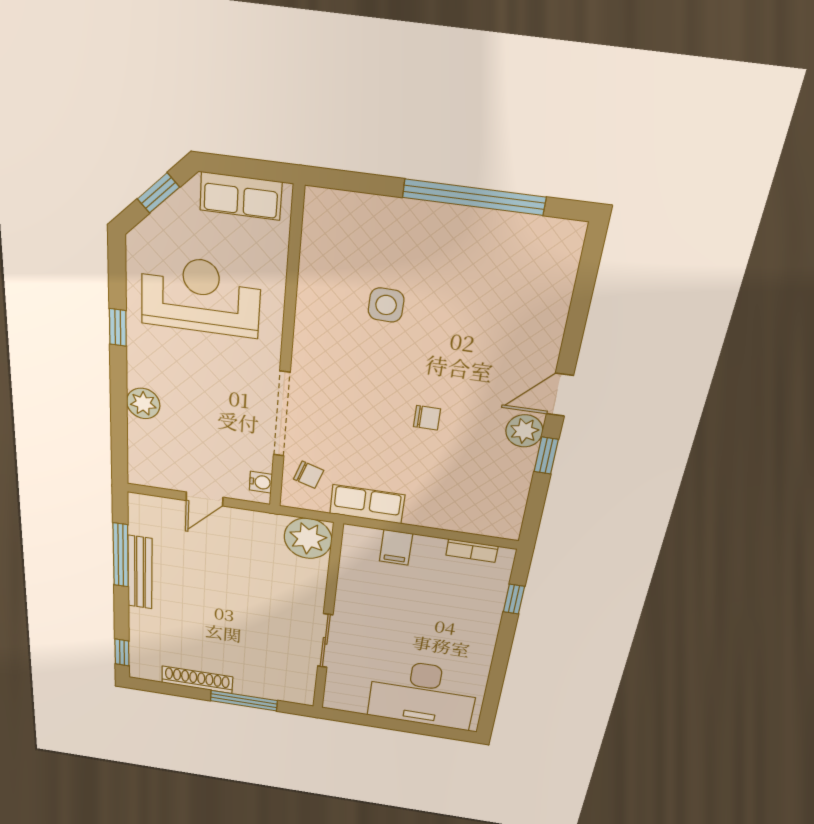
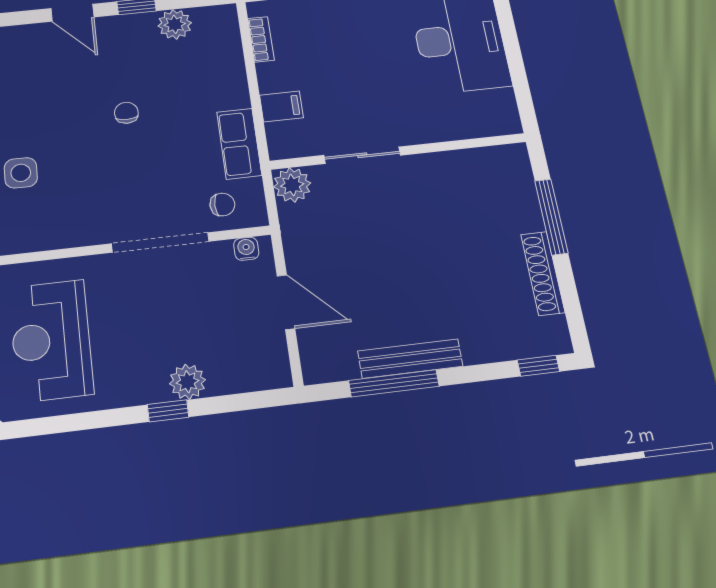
window: (118, 327) -> (168, 411), moved
plant: (524, 431) -> (175, 24), moved
chair: (309, 475) -> (222, 205), turned 72
door: (205, 499) -> (286, 302), width x1.38
plant: (308, 538) -> (292, 185), width x0.73, depth x0.73
sliding door: (325, 641) -> (362, 155), moved

